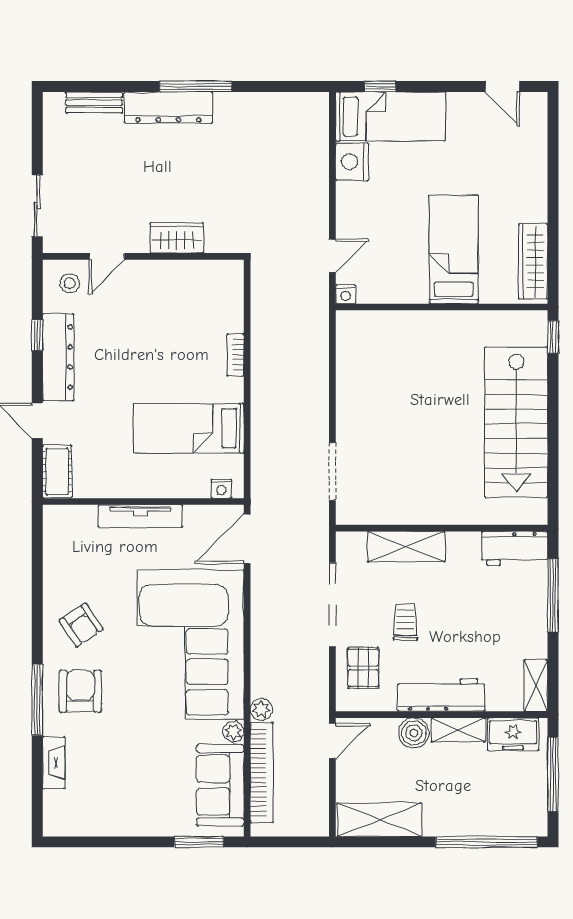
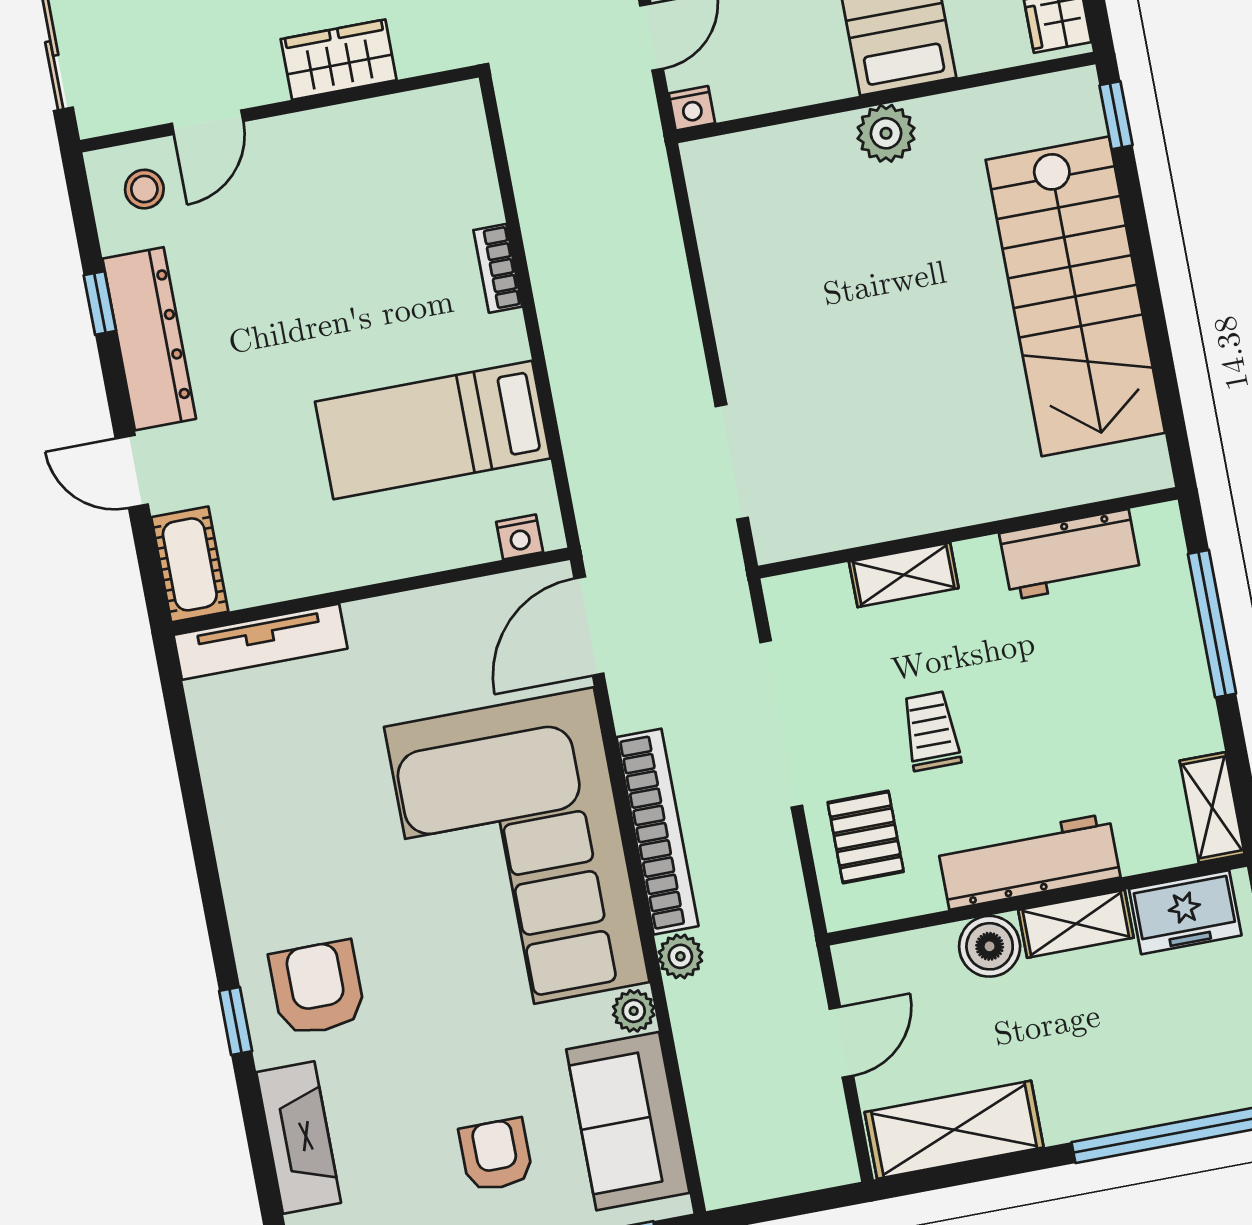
plant: (438, 325) -> (886, 133), added
tv unit: (140, 516) -> (261, 642), moved
shelving: (406, 547) -> (904, 575), width x0.67, depth x0.75
workbench: (515, 548) -> (1070, 555), moved
armchair: (81, 625) -> (496, 1155), moved, turned -146
window: (37, 700) -> (236, 1021), width x0.46
door: (332, 741) -> (841, 1042), moved
fireplace: (54, 763) -> (299, 1138), width x1.37, depth x1.32
bookcase: (262, 773) -> (658, 832), moved

